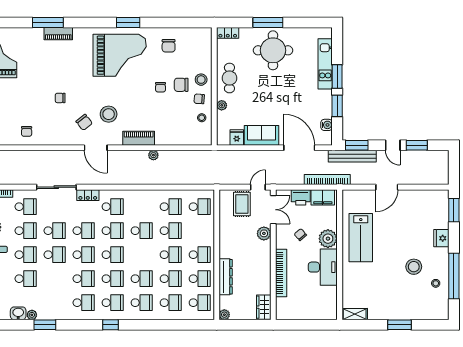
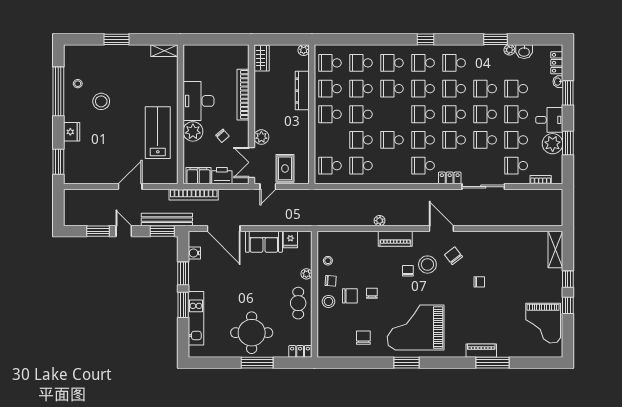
chair: (27, 131) -> (408, 271), moved
school desk: (55, 279) -> (485, 89), added

